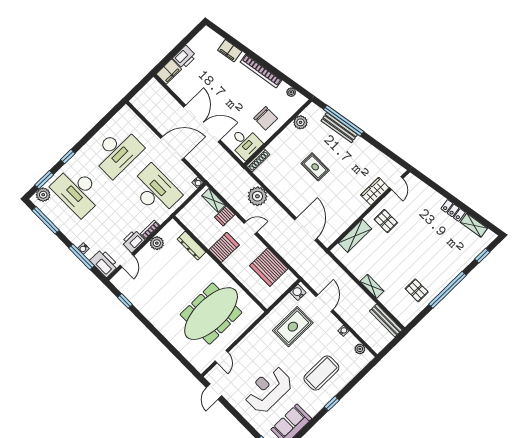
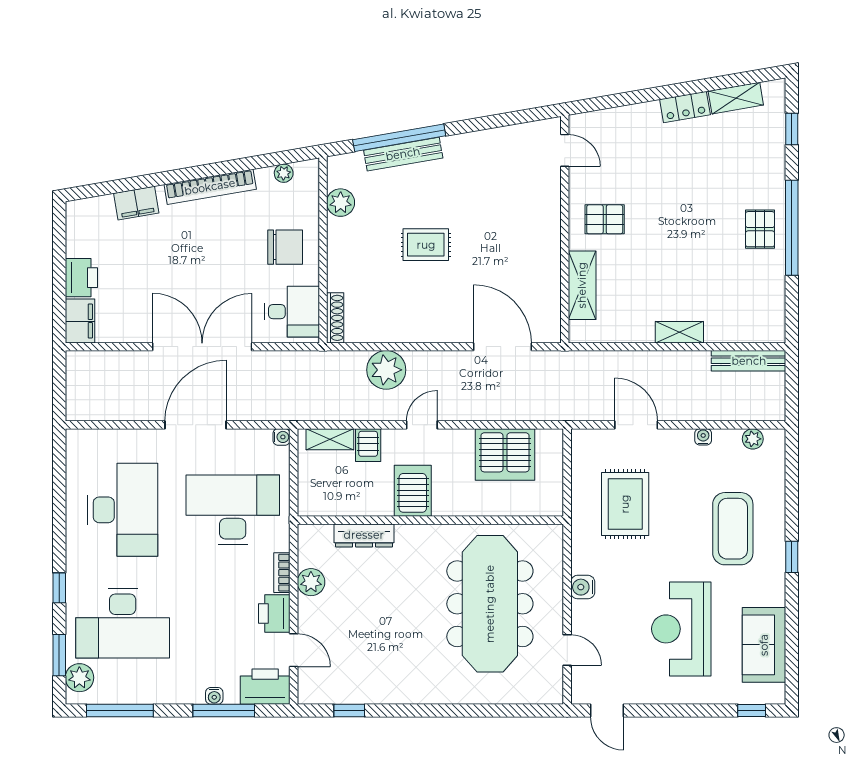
wardrobe: (375, 191) -> (546, 193), removed
pallet: (417, 290) -> (760, 229), moved, turned 90
water cooler: (298, 292) -> (583, 587), moved

